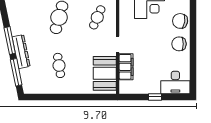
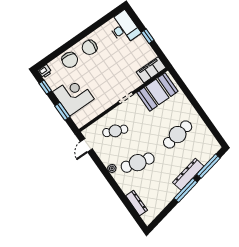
chair: (179, 44) -> (90, 47), turned 90
cafe table: (59, 65) -> (178, 135), width x1.37, depth x1.35
filing cabinet: (126, 67) -> (151, 70), moved

